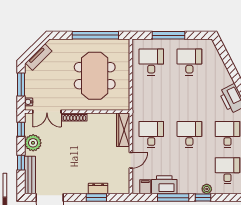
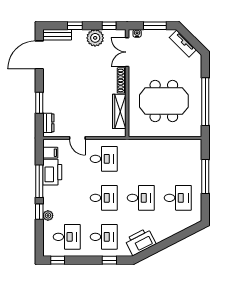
desk: (151, 62) -> (141, 198), moved
wardrobe: (123, 130) -> (119, 111), moved, turned -90
bench: (30, 175) -> (57, 35), width x0.73
dresser: (98, 189) -> (48, 123), moved

